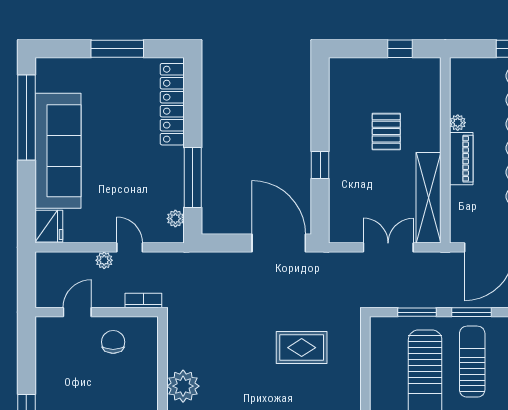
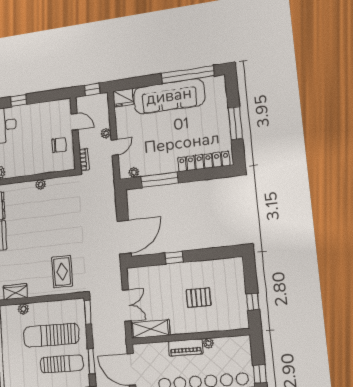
shelving: (429, 198) -> (150, 329), width x0.68
window: (26, 278) -> (92, 89), added
window: (417, 312) -> (88, 312), moved
rug: (302, 348) -> (62, 272), moved
plant: (183, 386) -> (40, 184), width x0.53, depth x0.53

